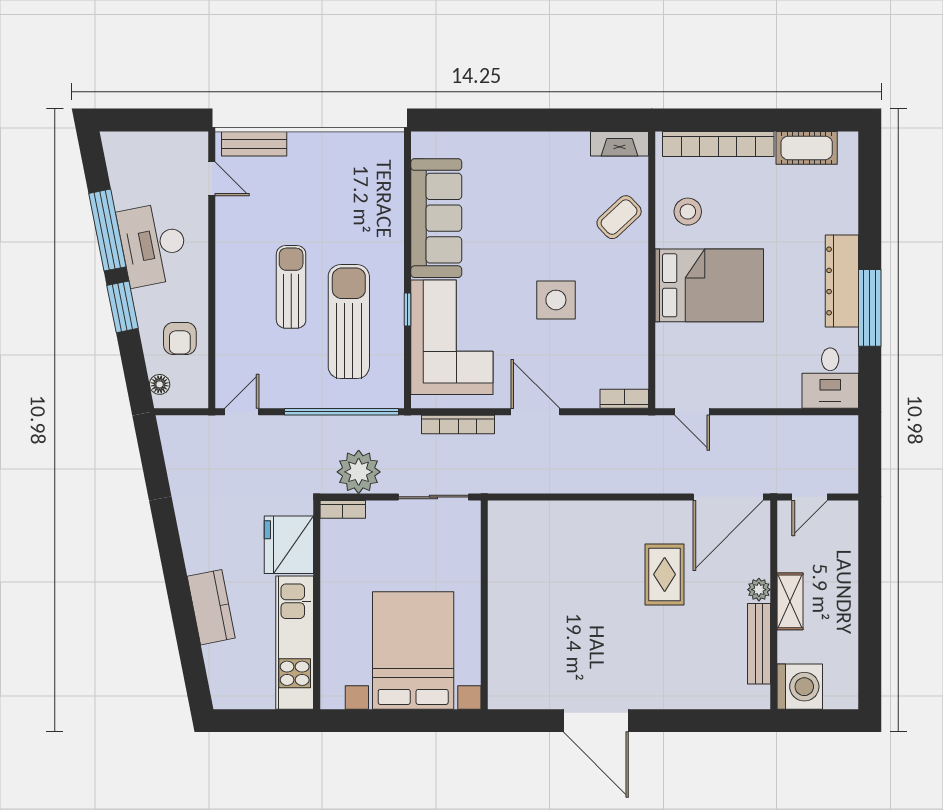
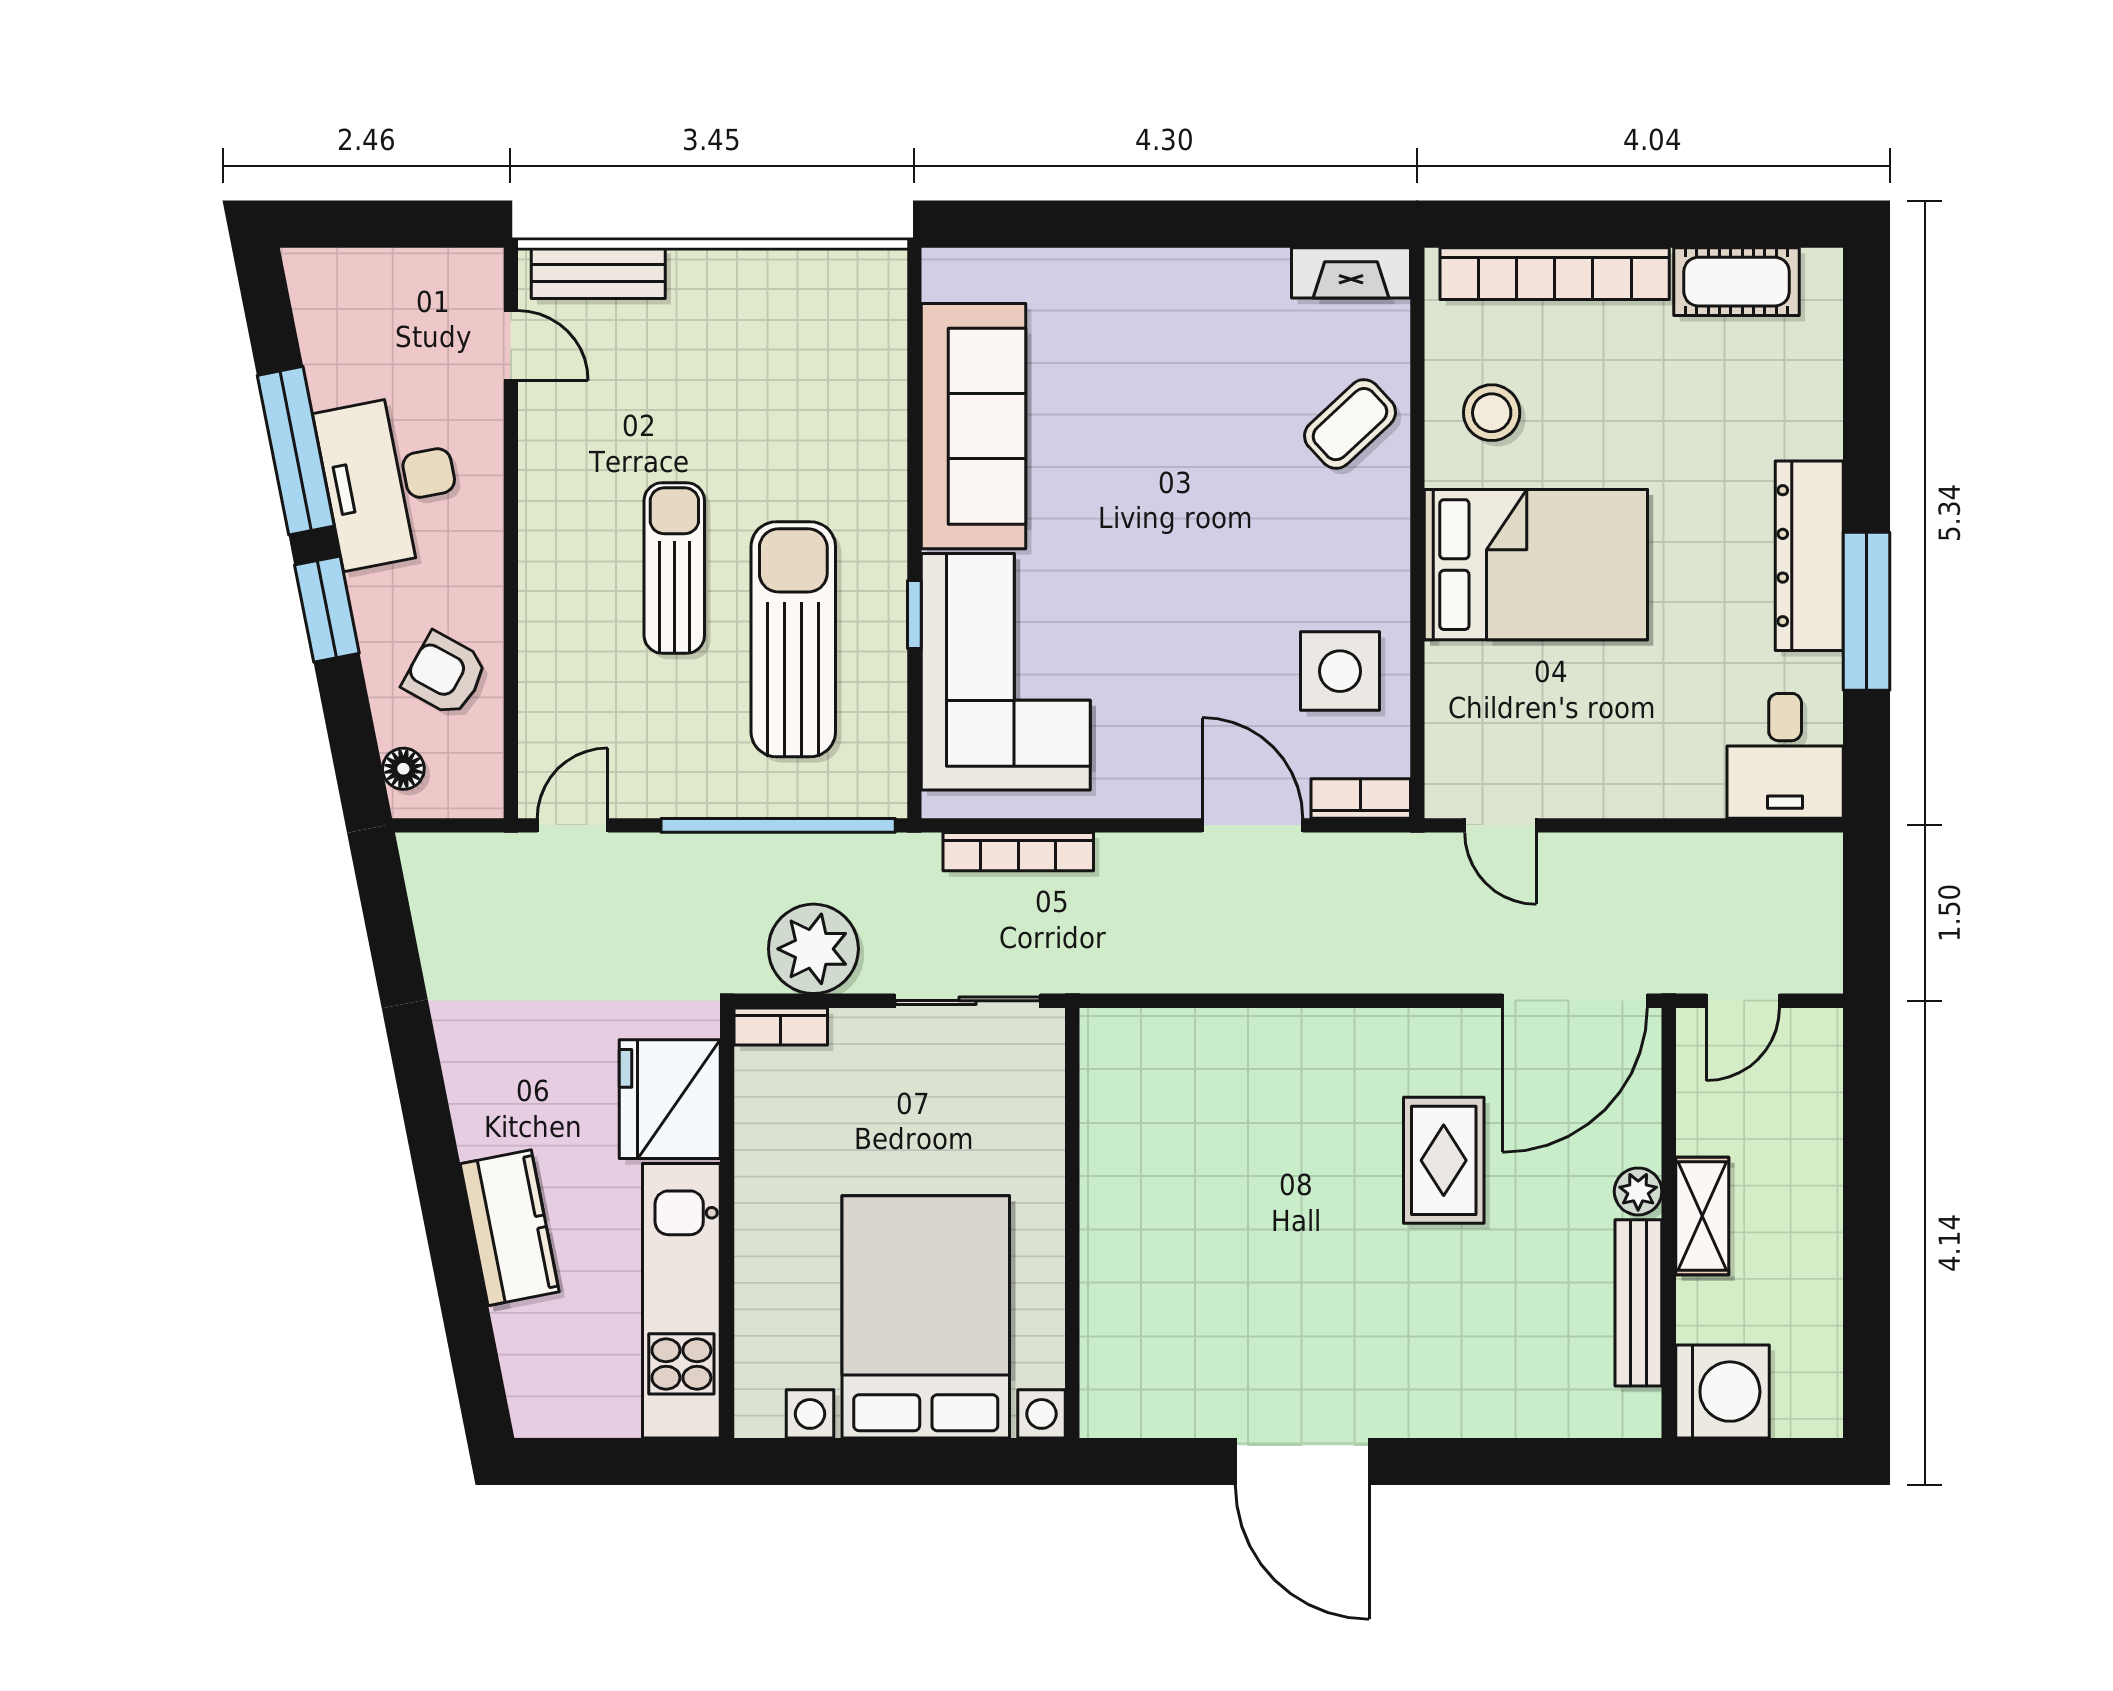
side table: (556, 300) -> (1340, 671), moved
armchair: (180, 338) -> (445, 674), turned 119
door: (535, 412) -> (1252, 825), moved

